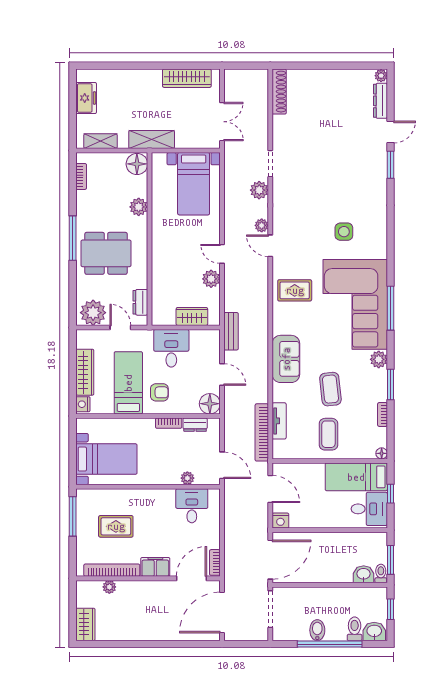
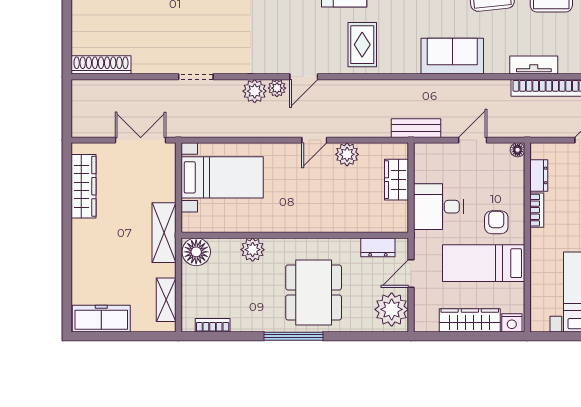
freezer: (86, 98) -> (101, 319), width x1.40
plant: (259, 190) -> (255, 91), moved
floor lamp: (210, 404) -> (518, 150), width x0.53, depth x0.53

